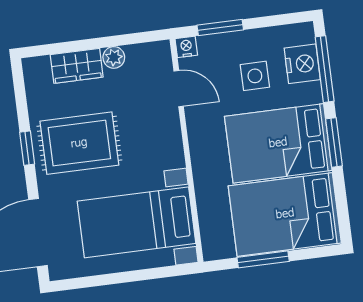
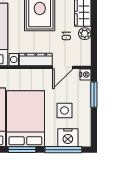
dresser: (171, 138) -> (36, 59), added

